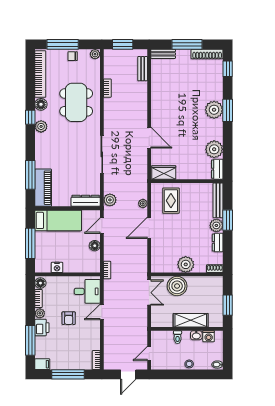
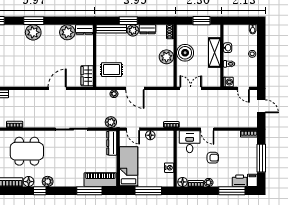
boiler: (177, 286) -> (185, 53), moved
printer: (42, 328) -> (240, 181), moved
washing machine: (209, 336) -> (228, 82), moved

